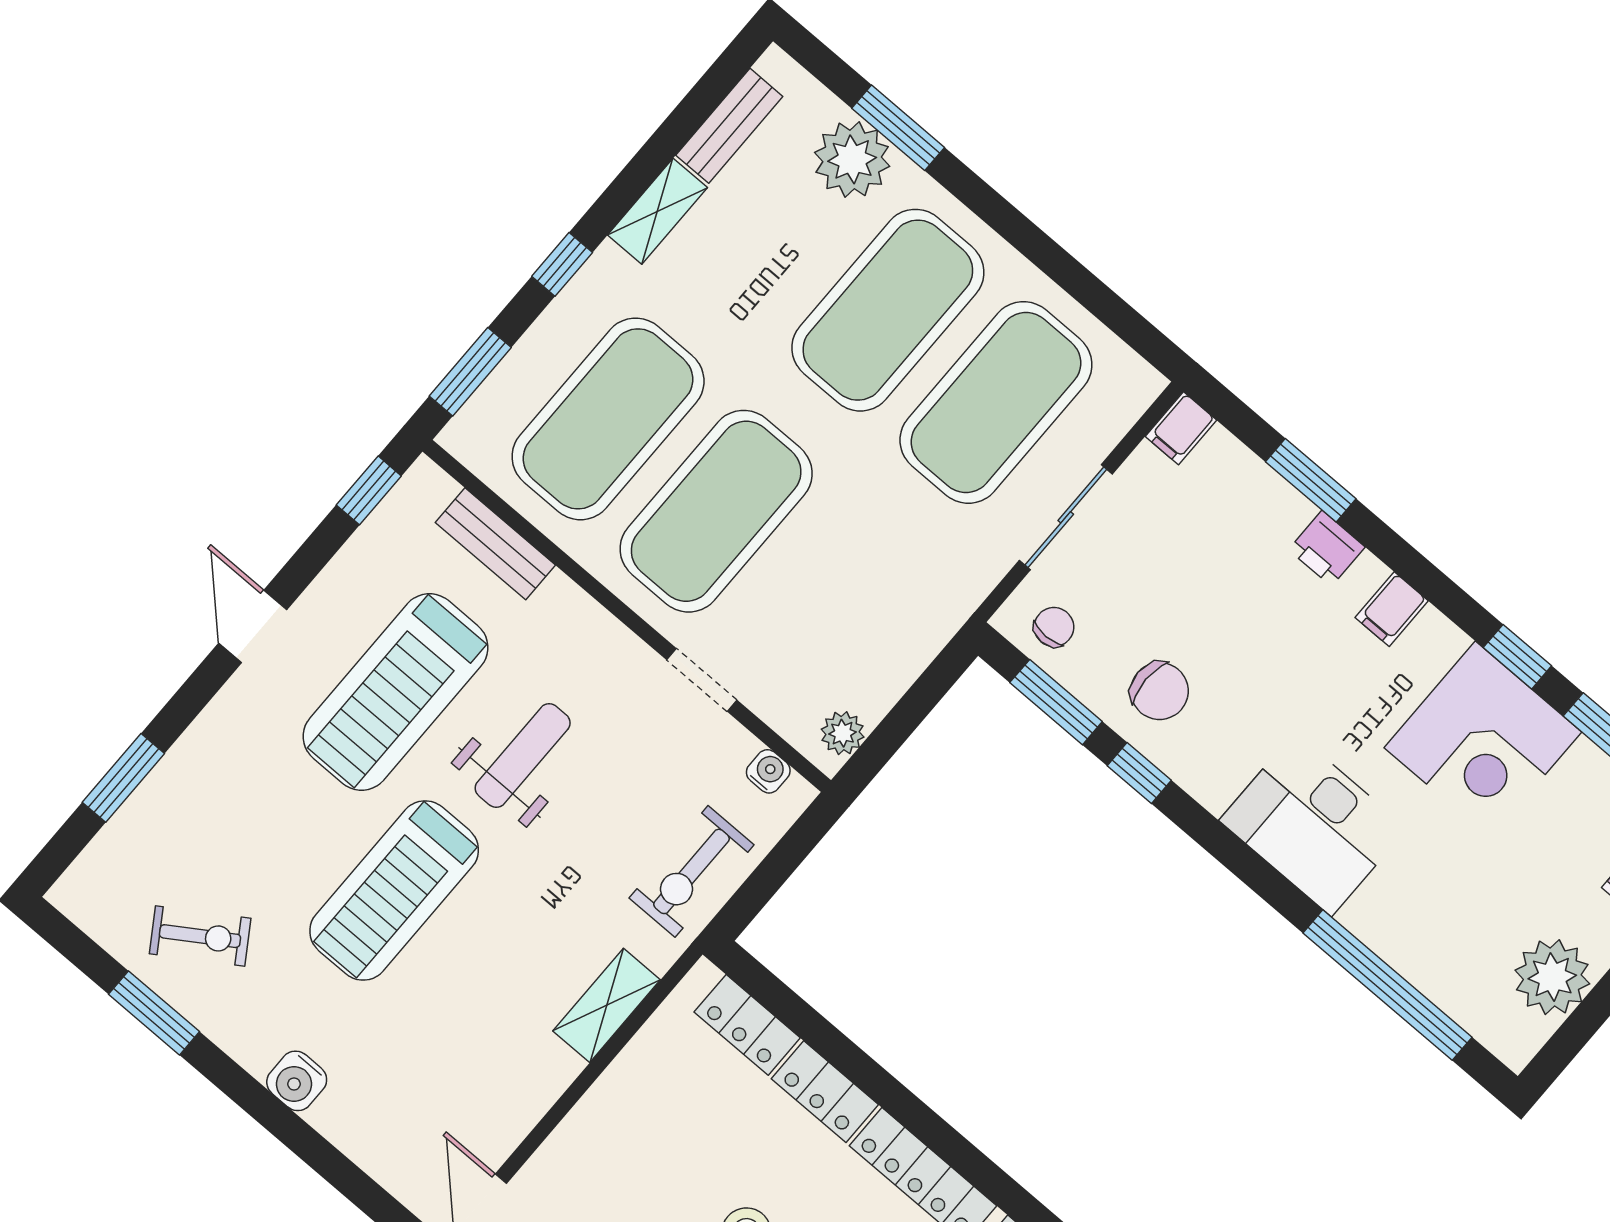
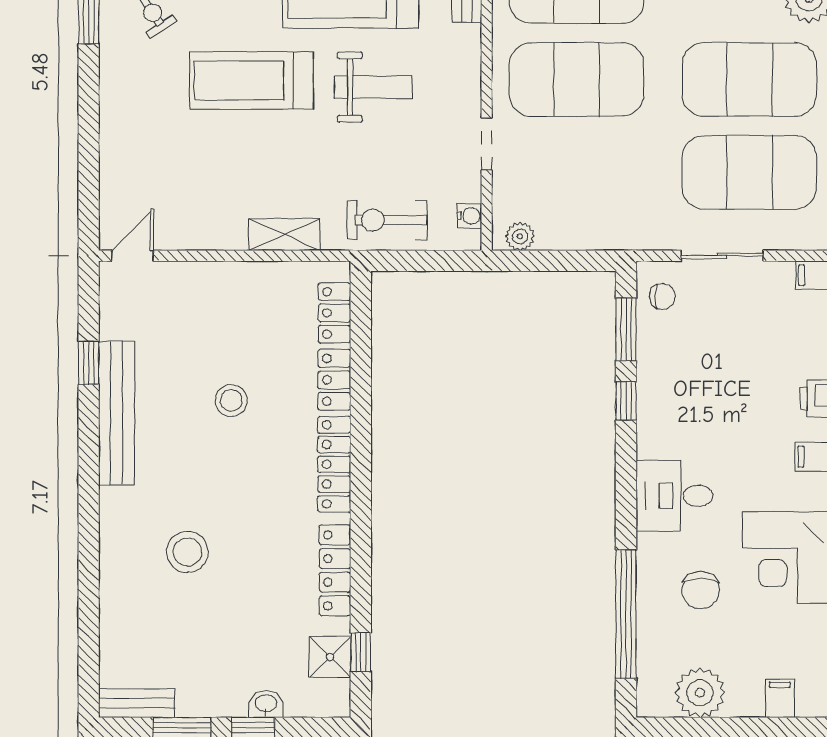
chair: (1160, 691) -> (701, 590), moved
desk: (1313, 824) -> (674, 496), width x0.73
water cooler: (297, 1081) -> (115, 113), removed

